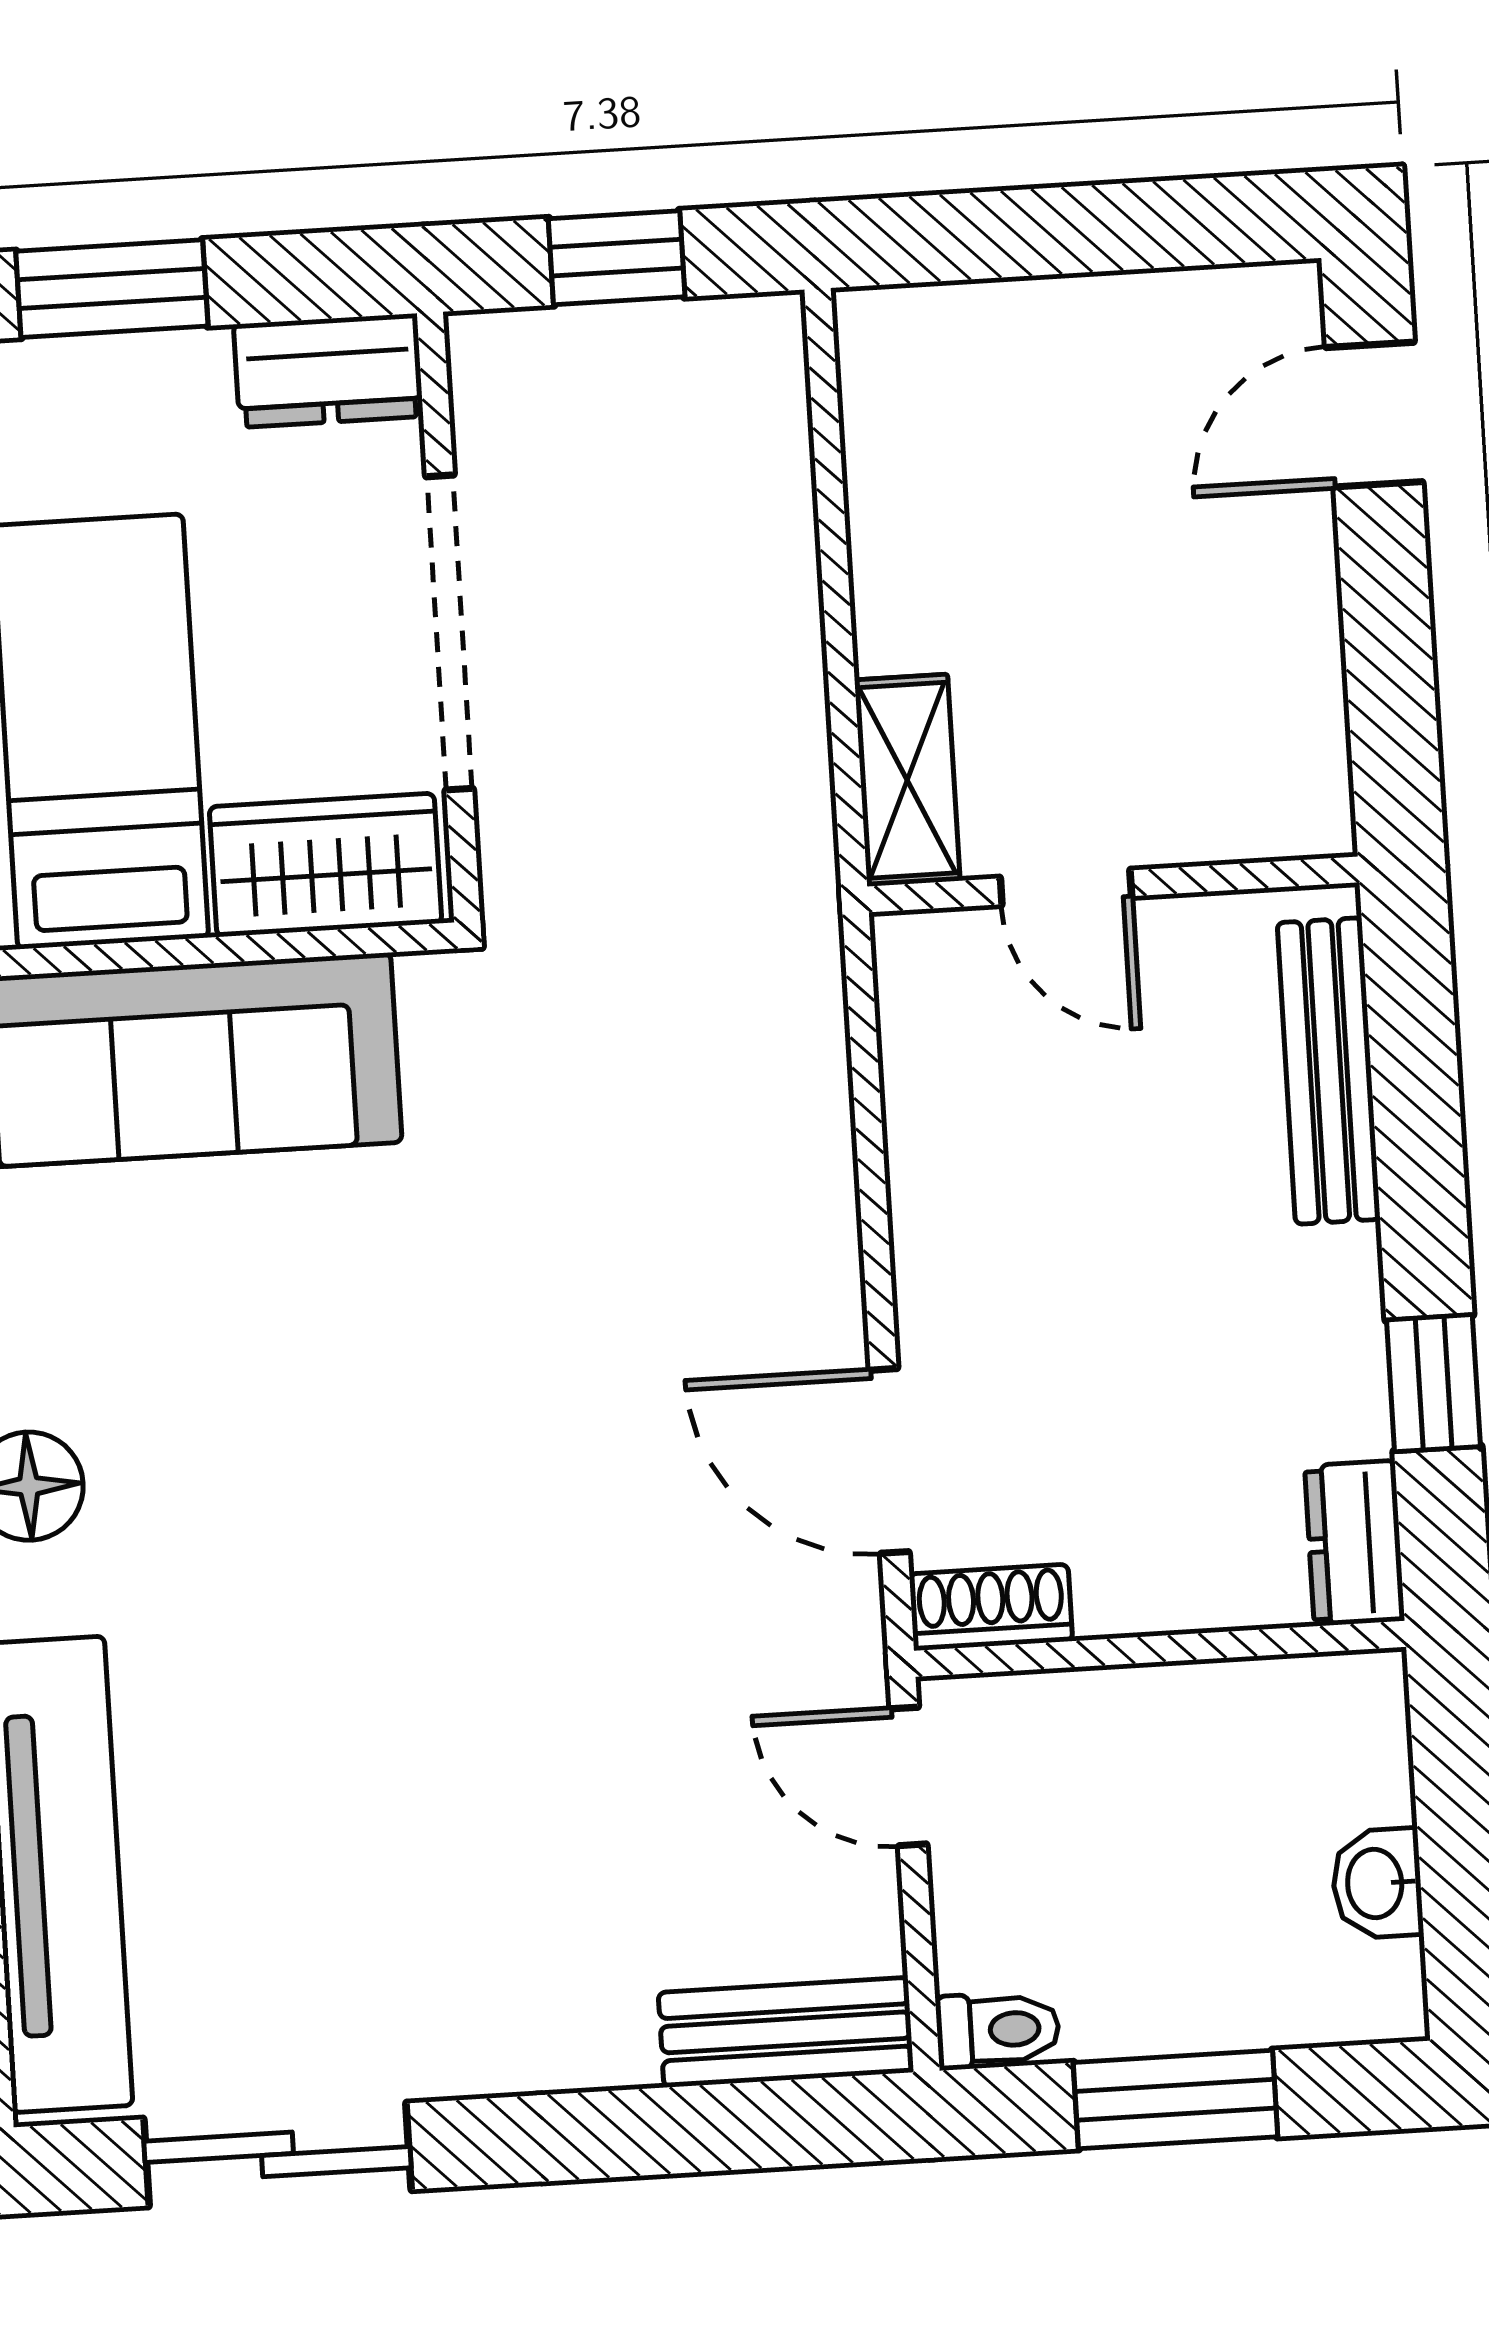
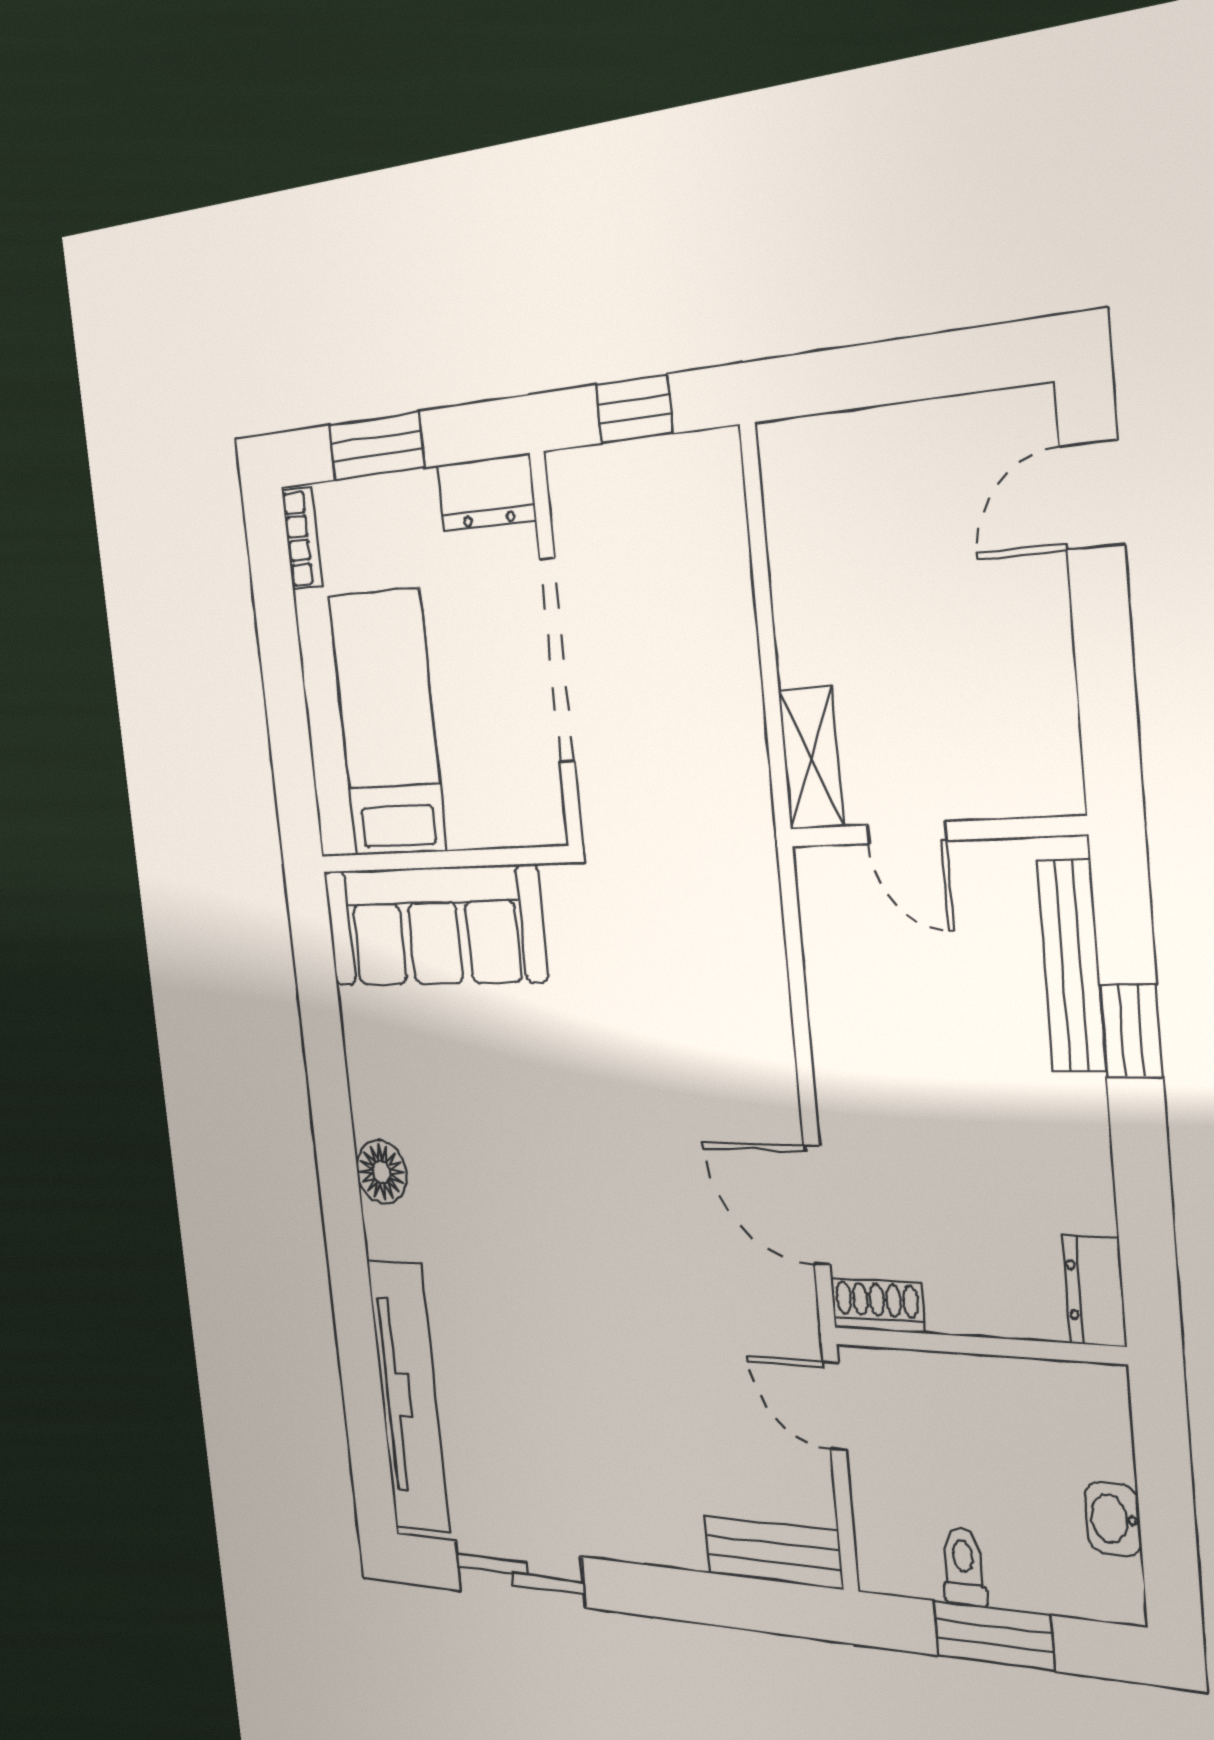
wardrobe: (326, 865) -> (502, 808), removed
window: (1433, 1383) -> (1131, 1031), moved
toilet: (998, 2030) -> (964, 1567), moved, turned -90

